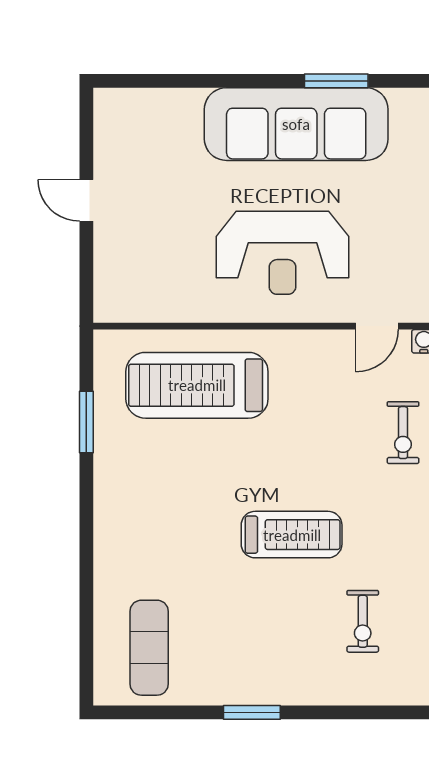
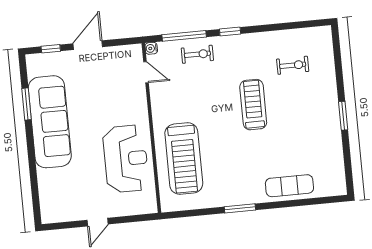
reception desk: (282, 253) -> (126, 159), moved
window: (86, 422) -> (240, 208), moved
exercise mat: (149, 648) -> (289, 186), moved

